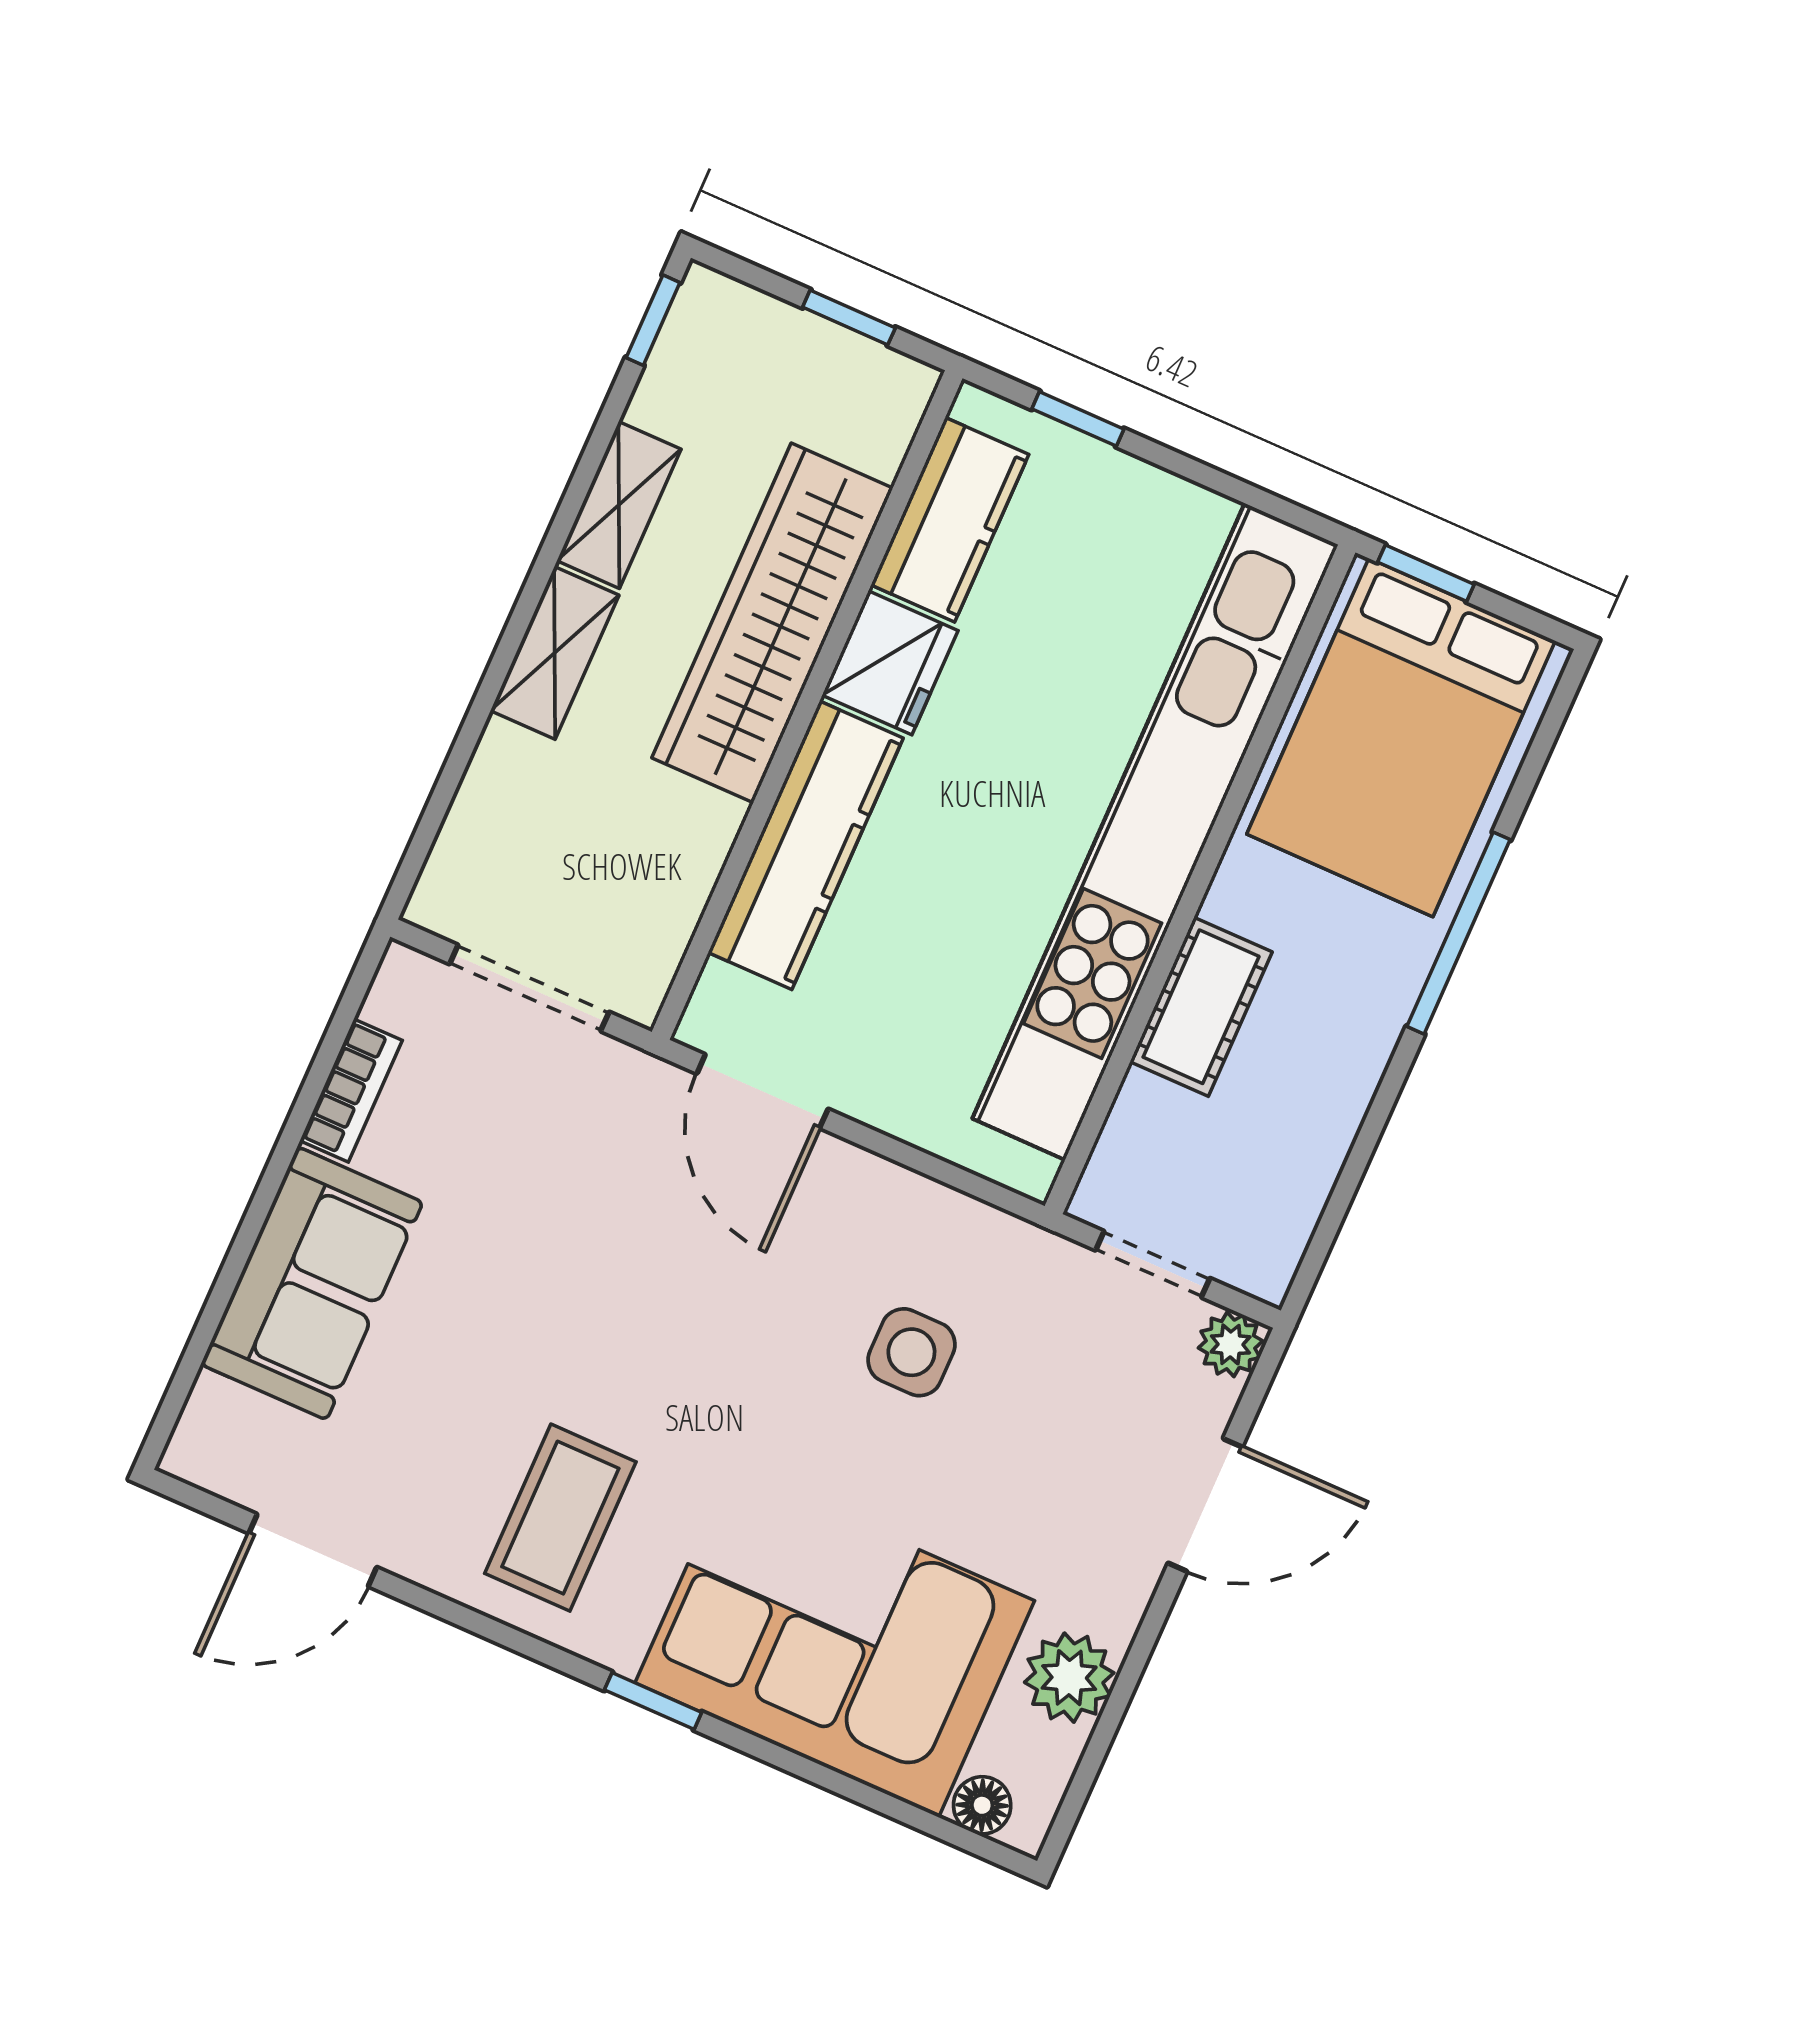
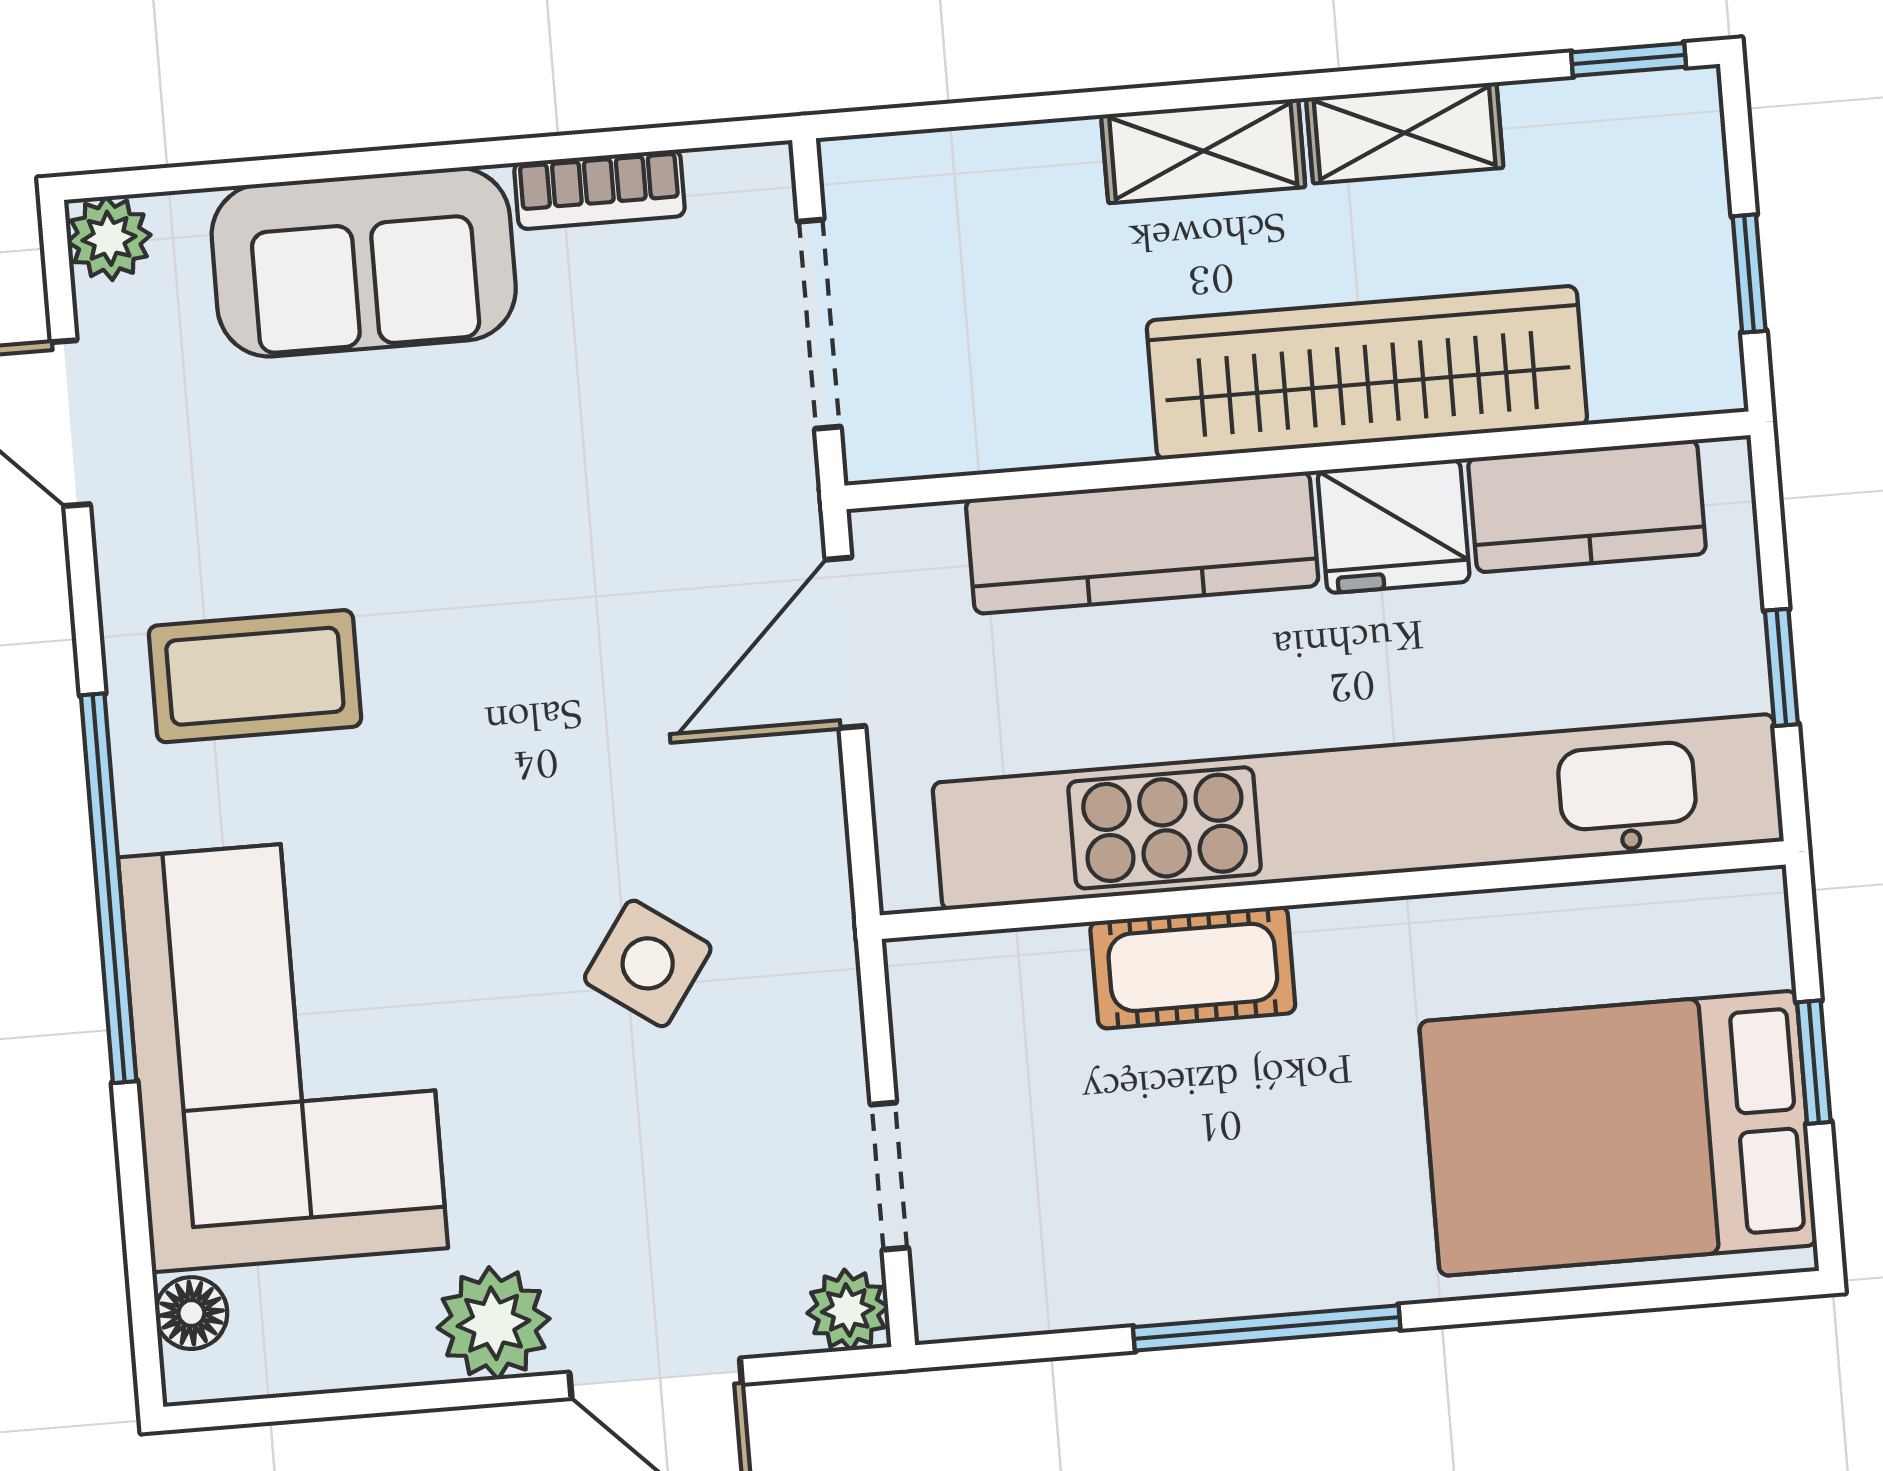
window: (1078, 419) -> (1781, 667), moved
kitchen unit: (1155, 832) -> (1358, 812), moved
wall: (1200, 879) -> (1333, 890), moved
window: (1459, 933) -> (1267, 1328), moved
cot: (1201, 1007) -> (1193, 967), moved
side table: (911, 1352) -> (648, 963), turned 35
plant: (198, 1453) -> (109, 238), added
plant: (1069, 1678) -> (494, 1323), moved
window: (653, 1701) -> (109, 888), width x3.17

